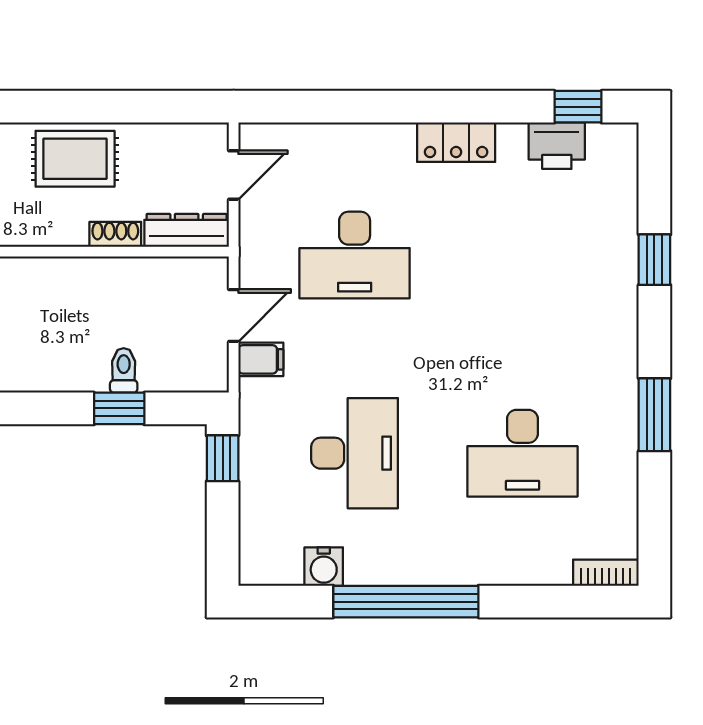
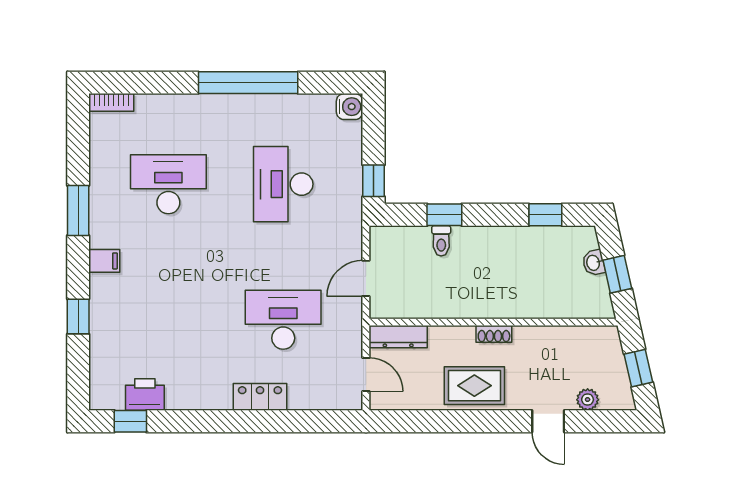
locker: (456, 142) -> (260, 397), moved
door: (234, 175) -> (366, 374), swing flipped
shoe rack: (115, 234) -> (494, 334), moved
filing cabinet: (261, 359) -> (104, 261), moved, turned 180
water cooler: (324, 567) -> (350, 107), moved, turned 90

